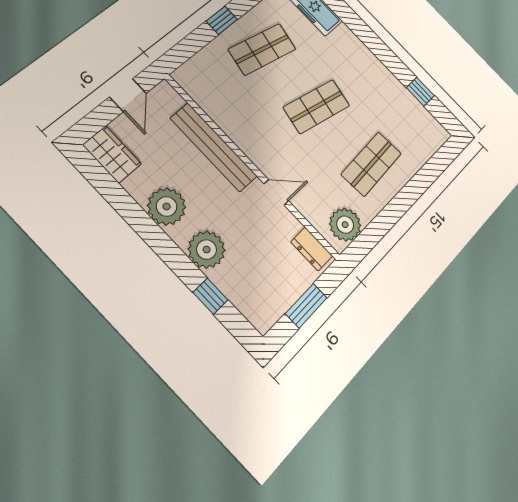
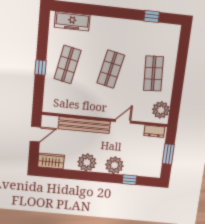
door: (128, 95) -> (35, 134), hinge flipped

